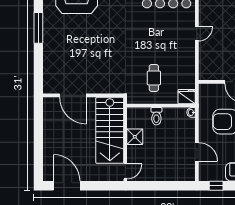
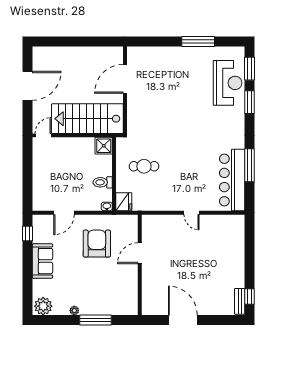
toilet: (156, 116) -> (103, 182), moved
shower: (135, 137) -> (104, 146), moved
door: (125, 171) -> (43, 135), swing flipped
door: (67, 186) -> (28, 86), moved

